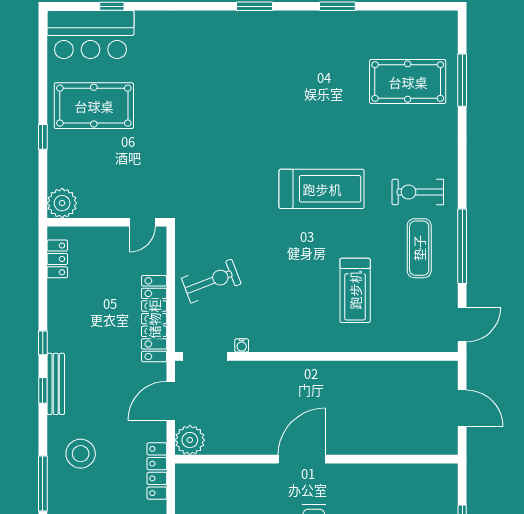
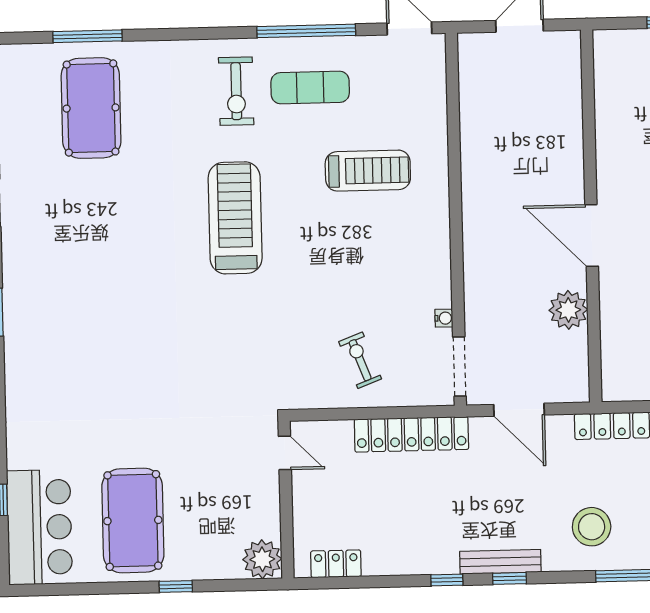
exercise bike: (211, 281) -> (360, 360), width x0.73, depth x0.72
plant: (190, 440) -> (568, 310), moved

